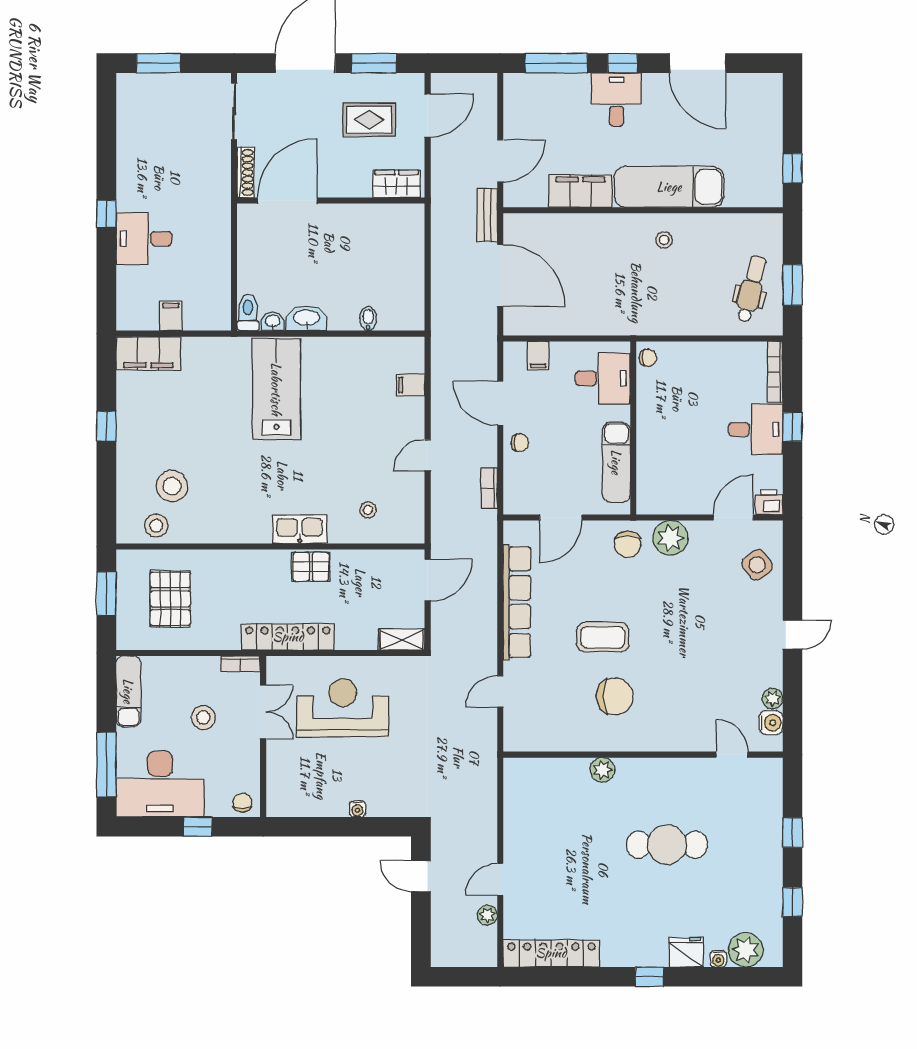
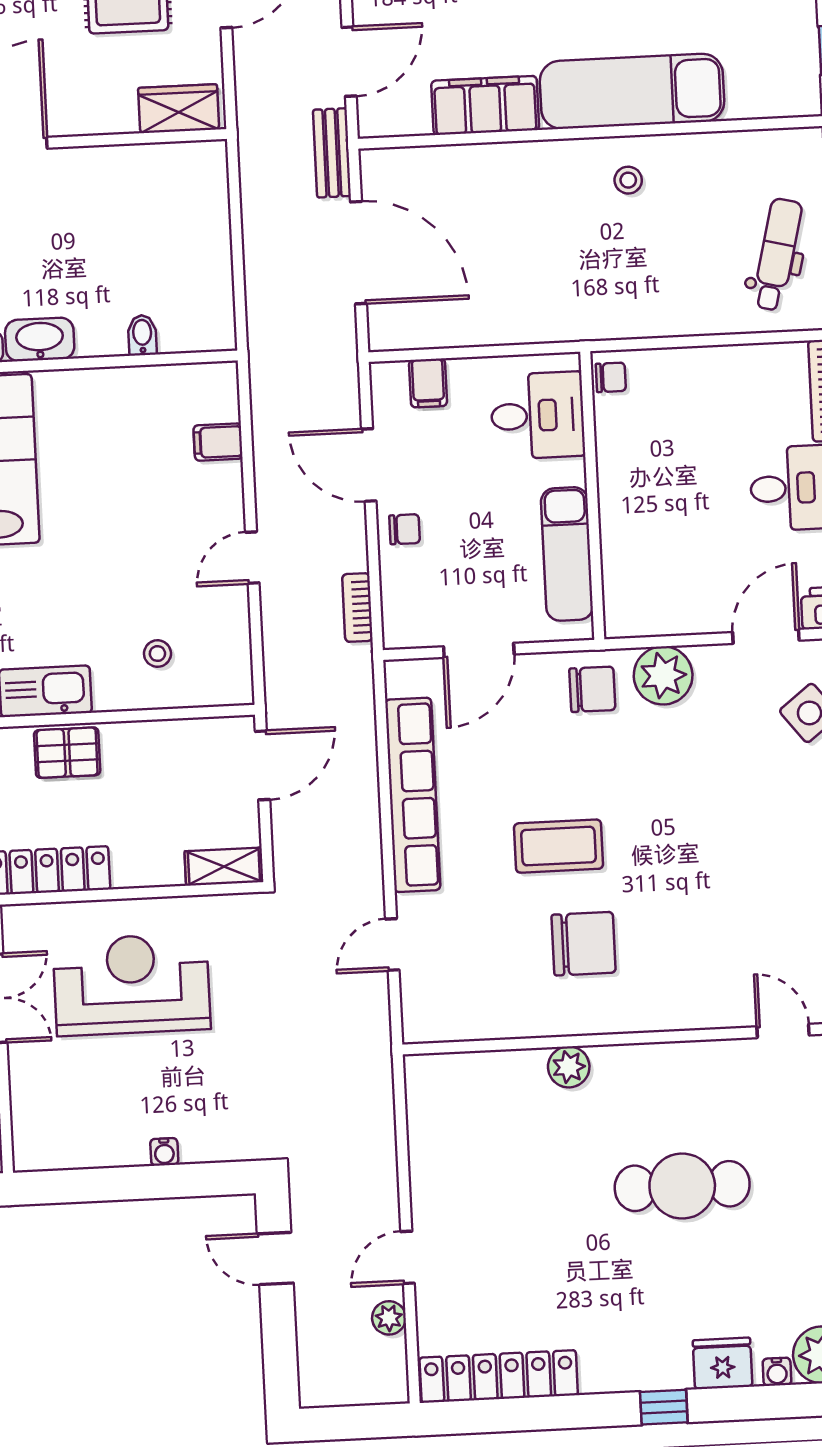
chair: (628, 544) -> (592, 689), turned -90

